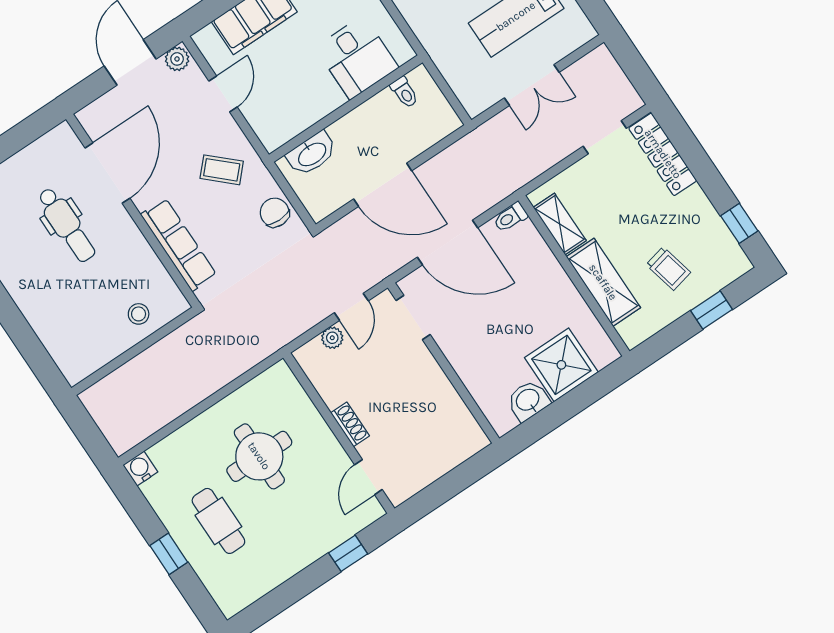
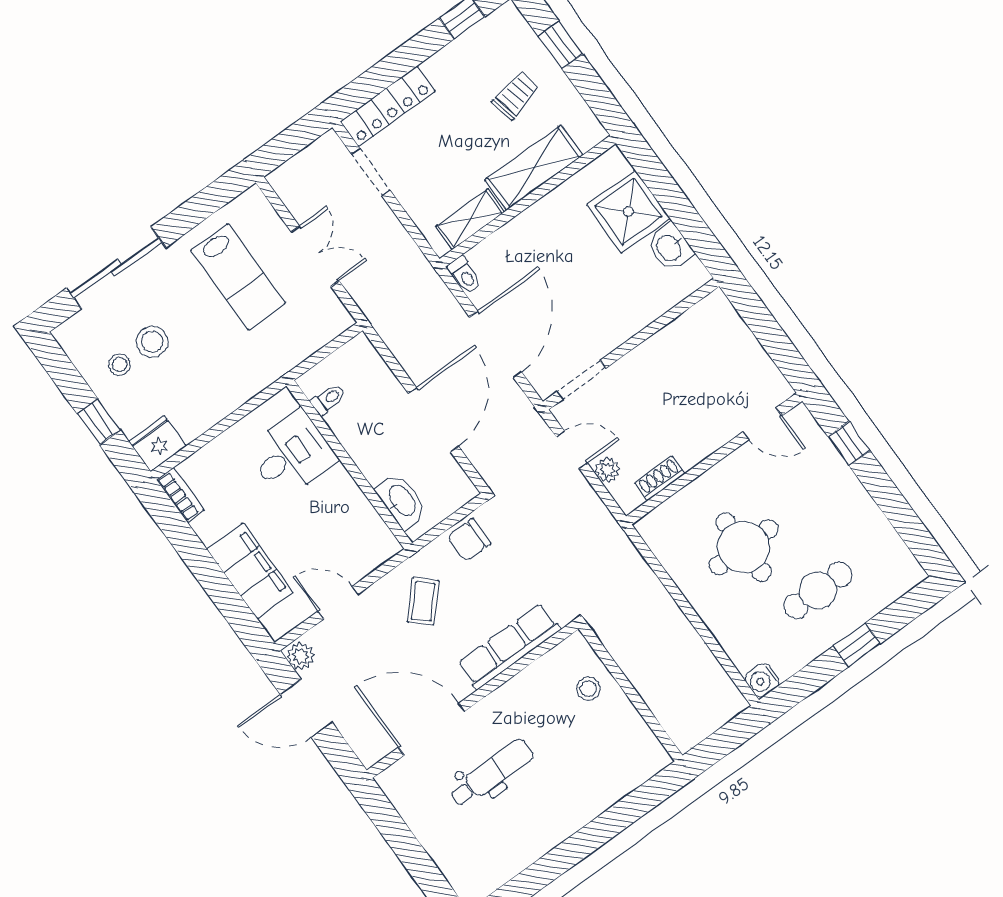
shoe rack: (350, 424) -> (660, 478), moved

